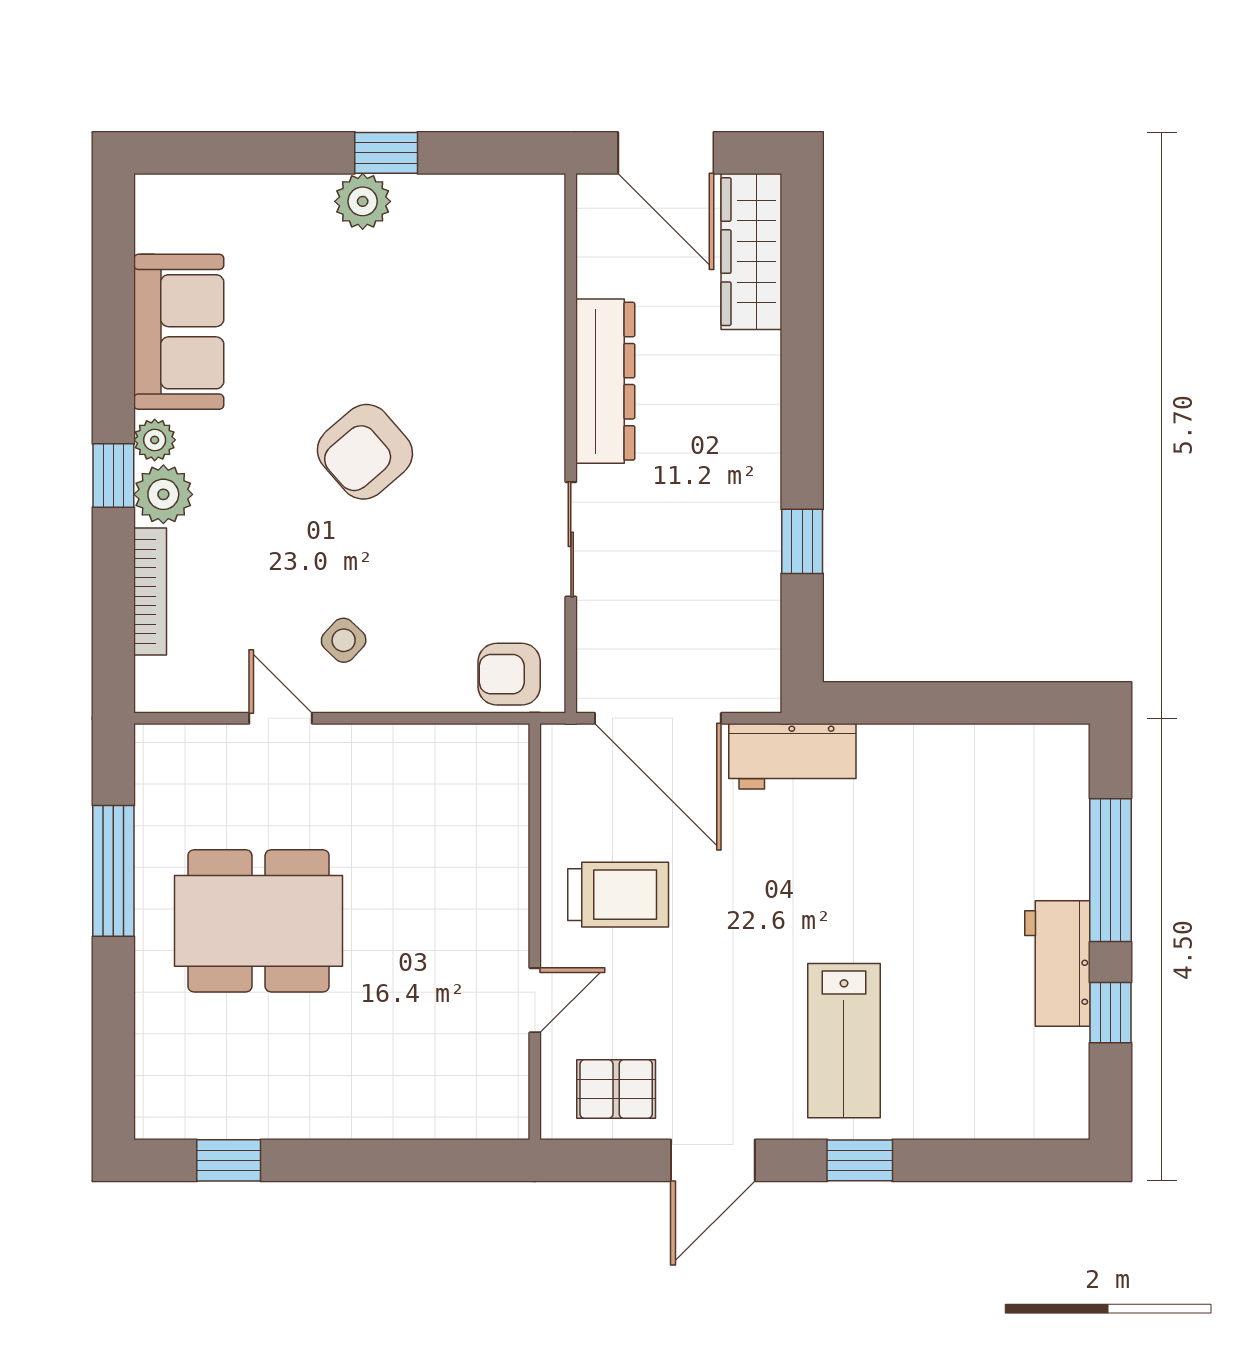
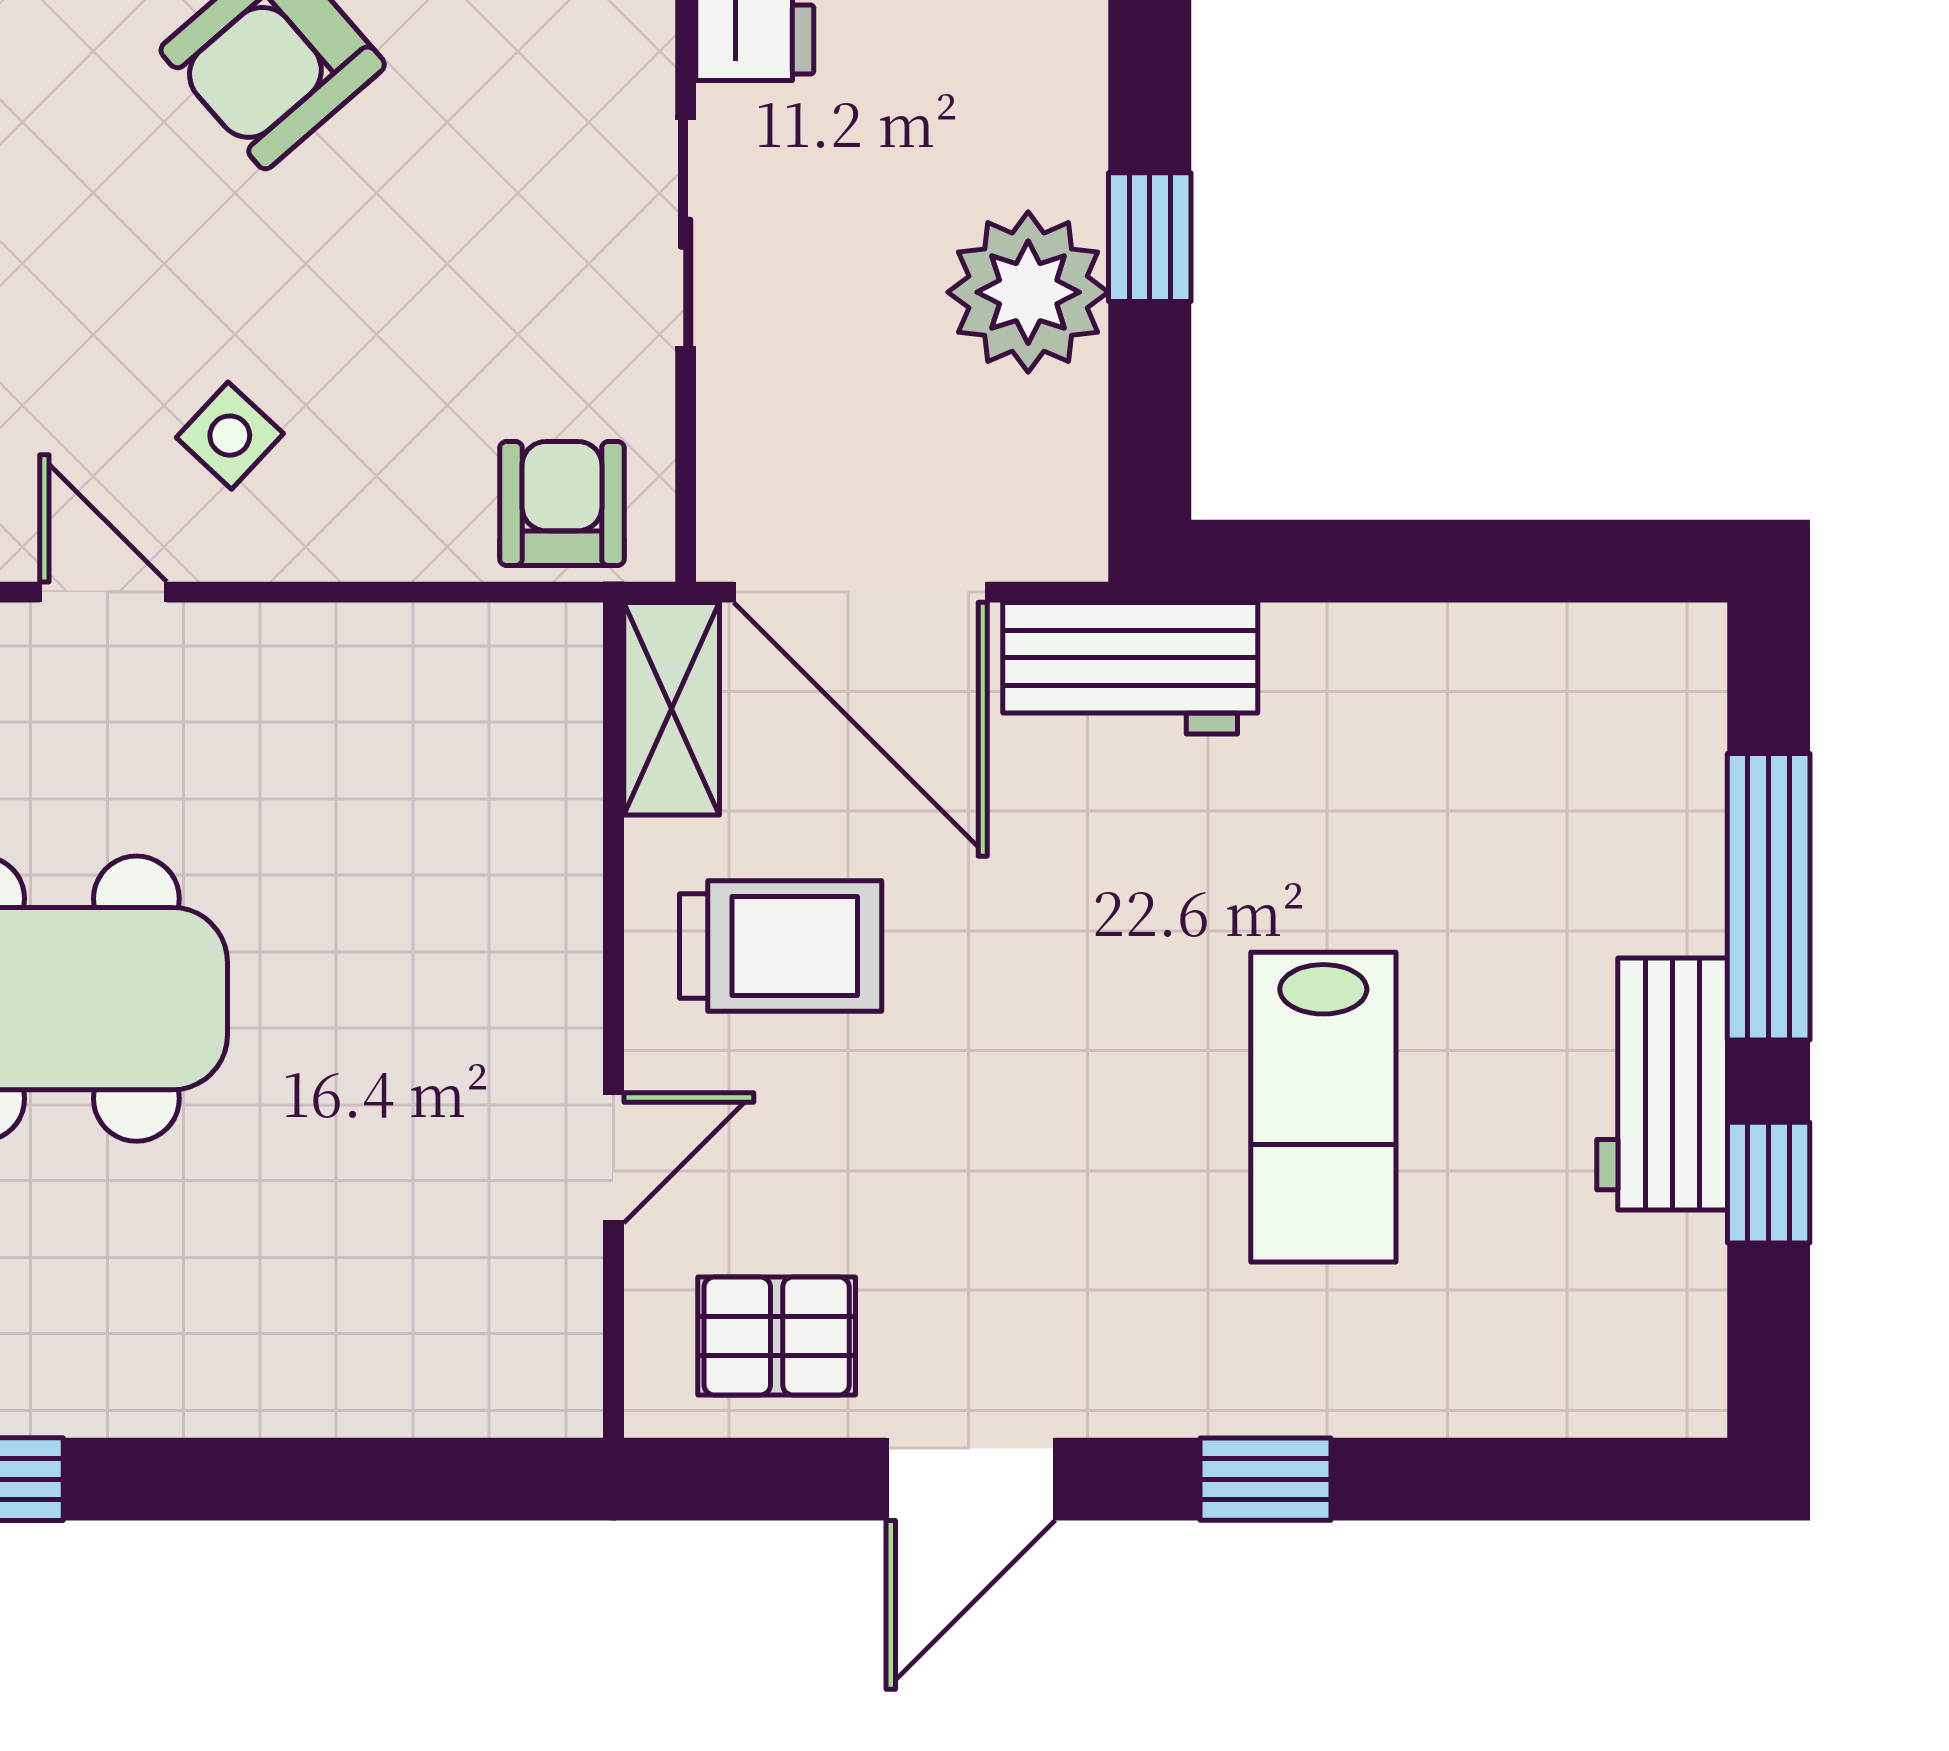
plant: (741, 569) -> (1028, 292), added
armchair: (509, 674) -> (562, 503), turned 90
shelving: (564, 776) -> (672, 709), added
lab bench: (844, 1041) -> (1323, 1107), moved

